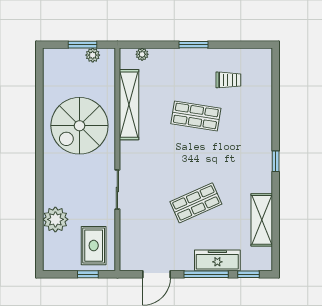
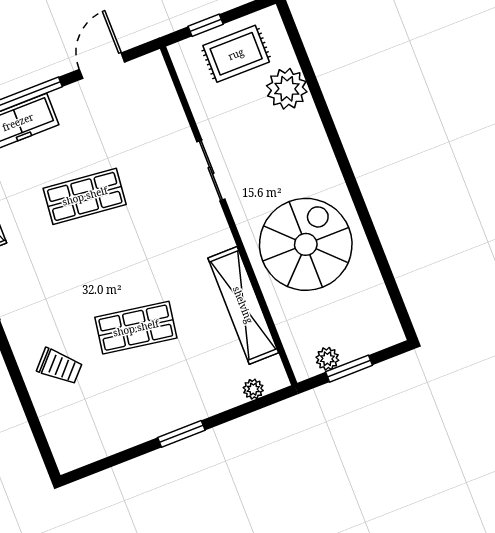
trolley: (228, 80) -> (60, 366), moved, turned -137
shop shelf: (196, 203) -> (85, 196), turned 30
rug: (94, 246) -> (236, 54), moved, turned 90

